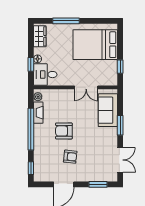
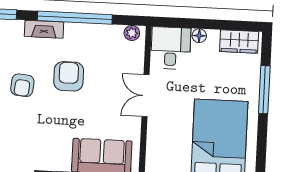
window: (31, 64) -> (190, 23), removed
double door: (86, 87) -> (145, 96), moved
fireplace: (38, 113) -> (44, 29), moved

